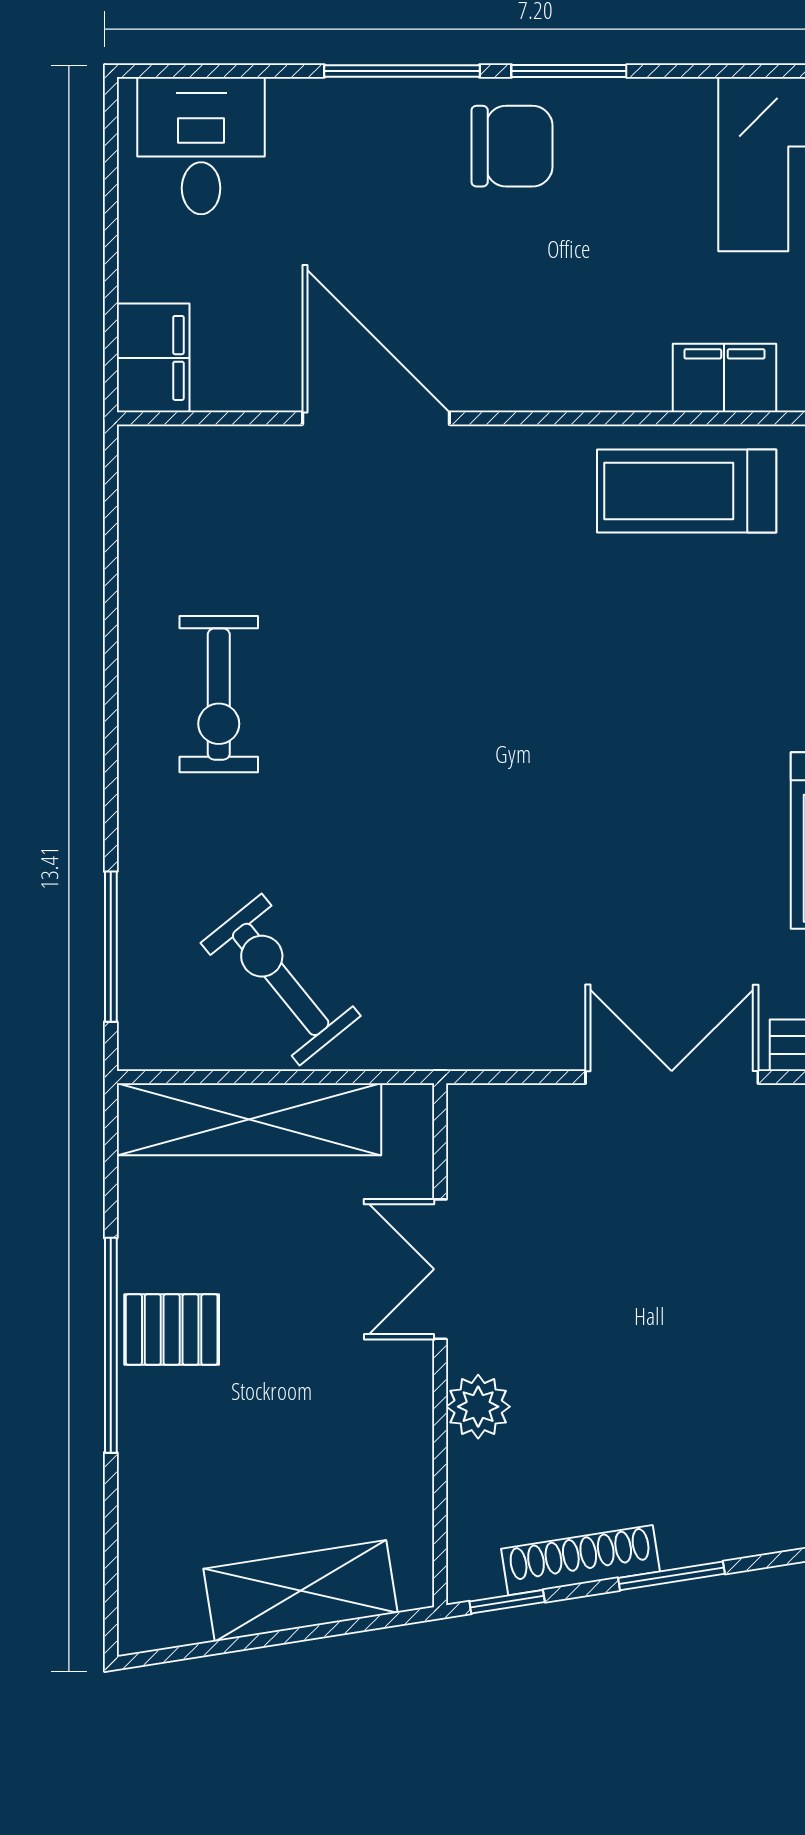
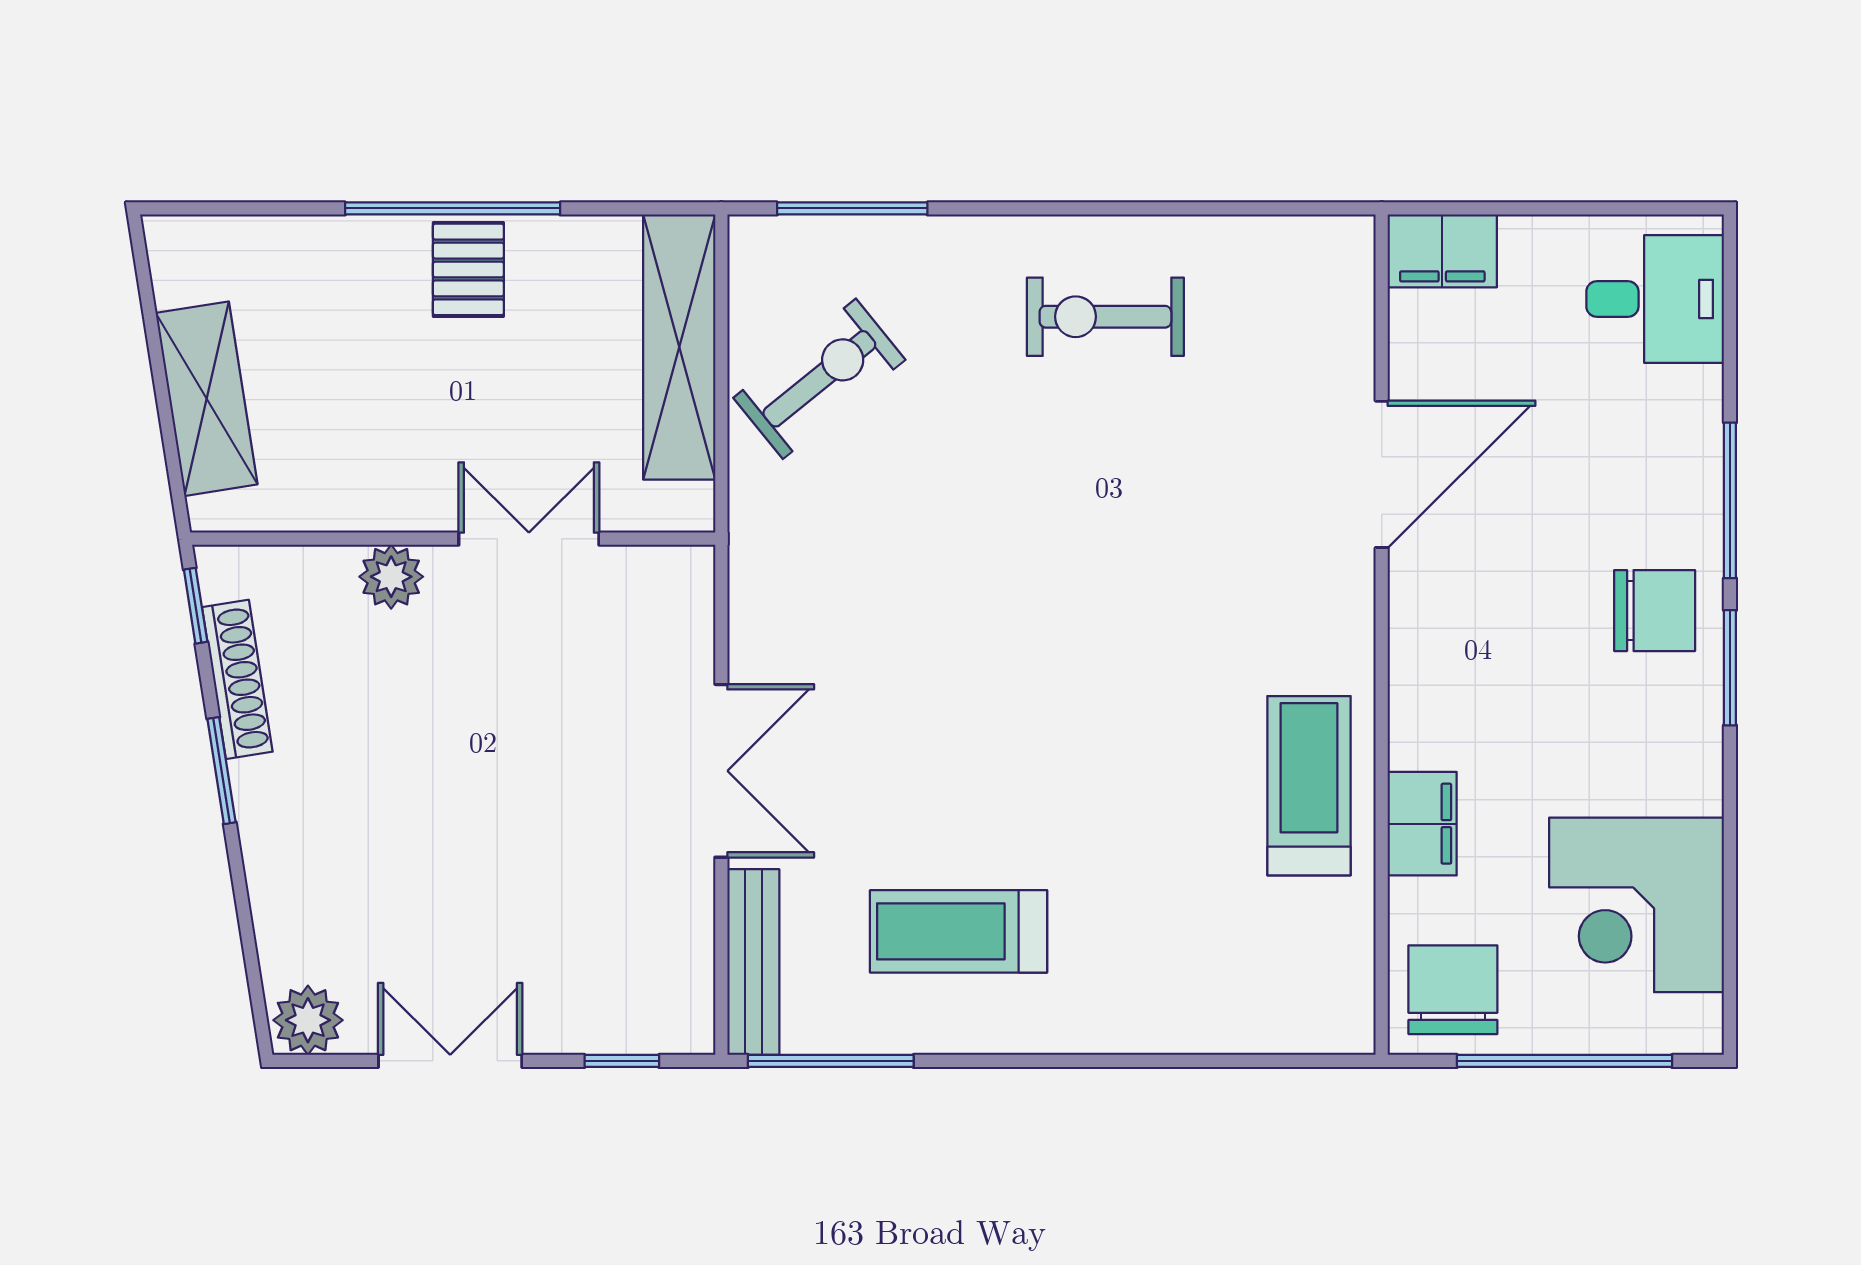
chair: (512, 146) -> (1655, 611), turned -90

